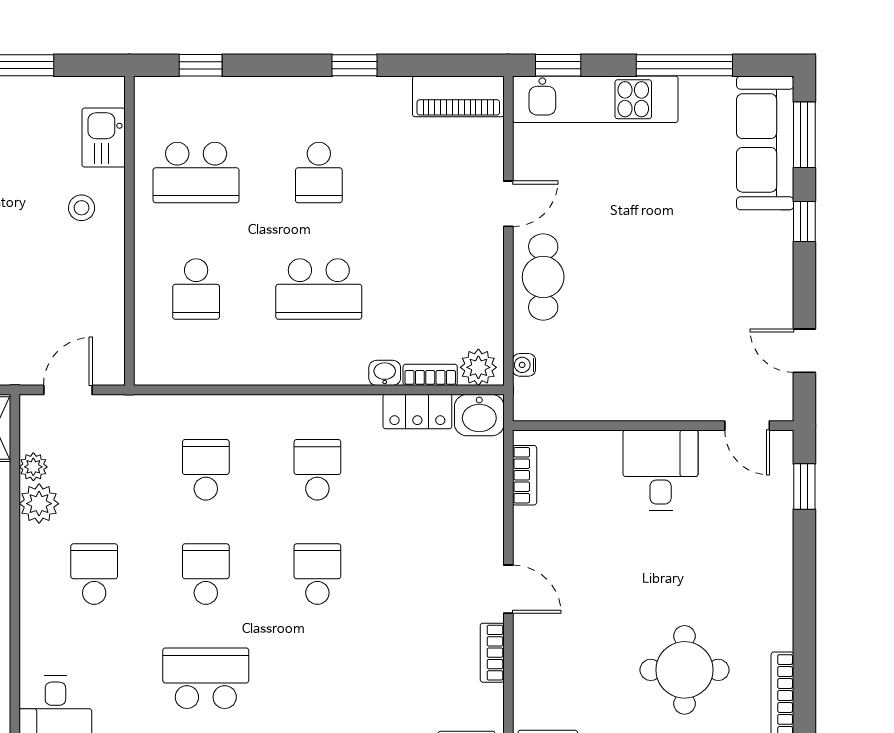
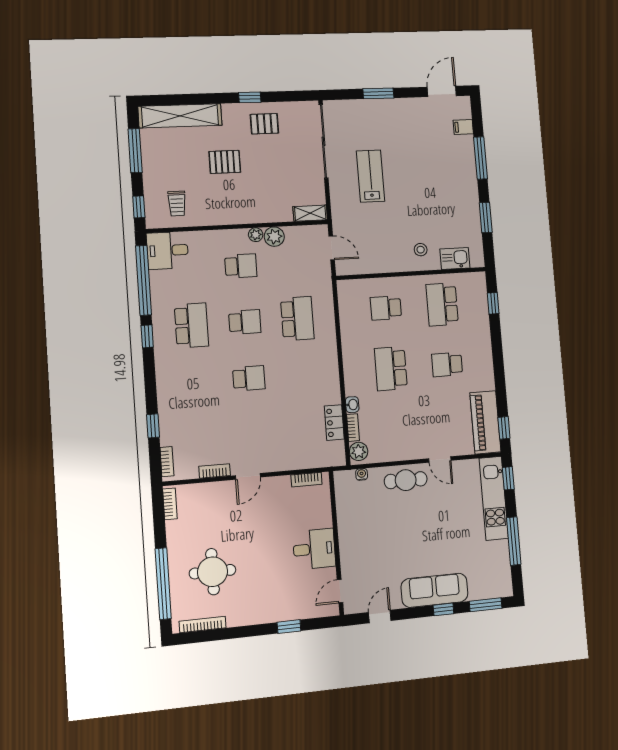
window: (354, 65) -> (504, 428), moved
piano: (458, 96) -> (485, 422), width x1.37, depth x1.33
sofa: (765, 143) -> (435, 590), moved
washbasin: (479, 415) -> (335, 454), removed
plant: (33, 467) -> (256, 235), moved
school desk: (206, 470) -> (297, 319), width x1.85
school desk: (317, 470) -> (301, 374), removed
window: (804, 486) -> (289, 627), moved

